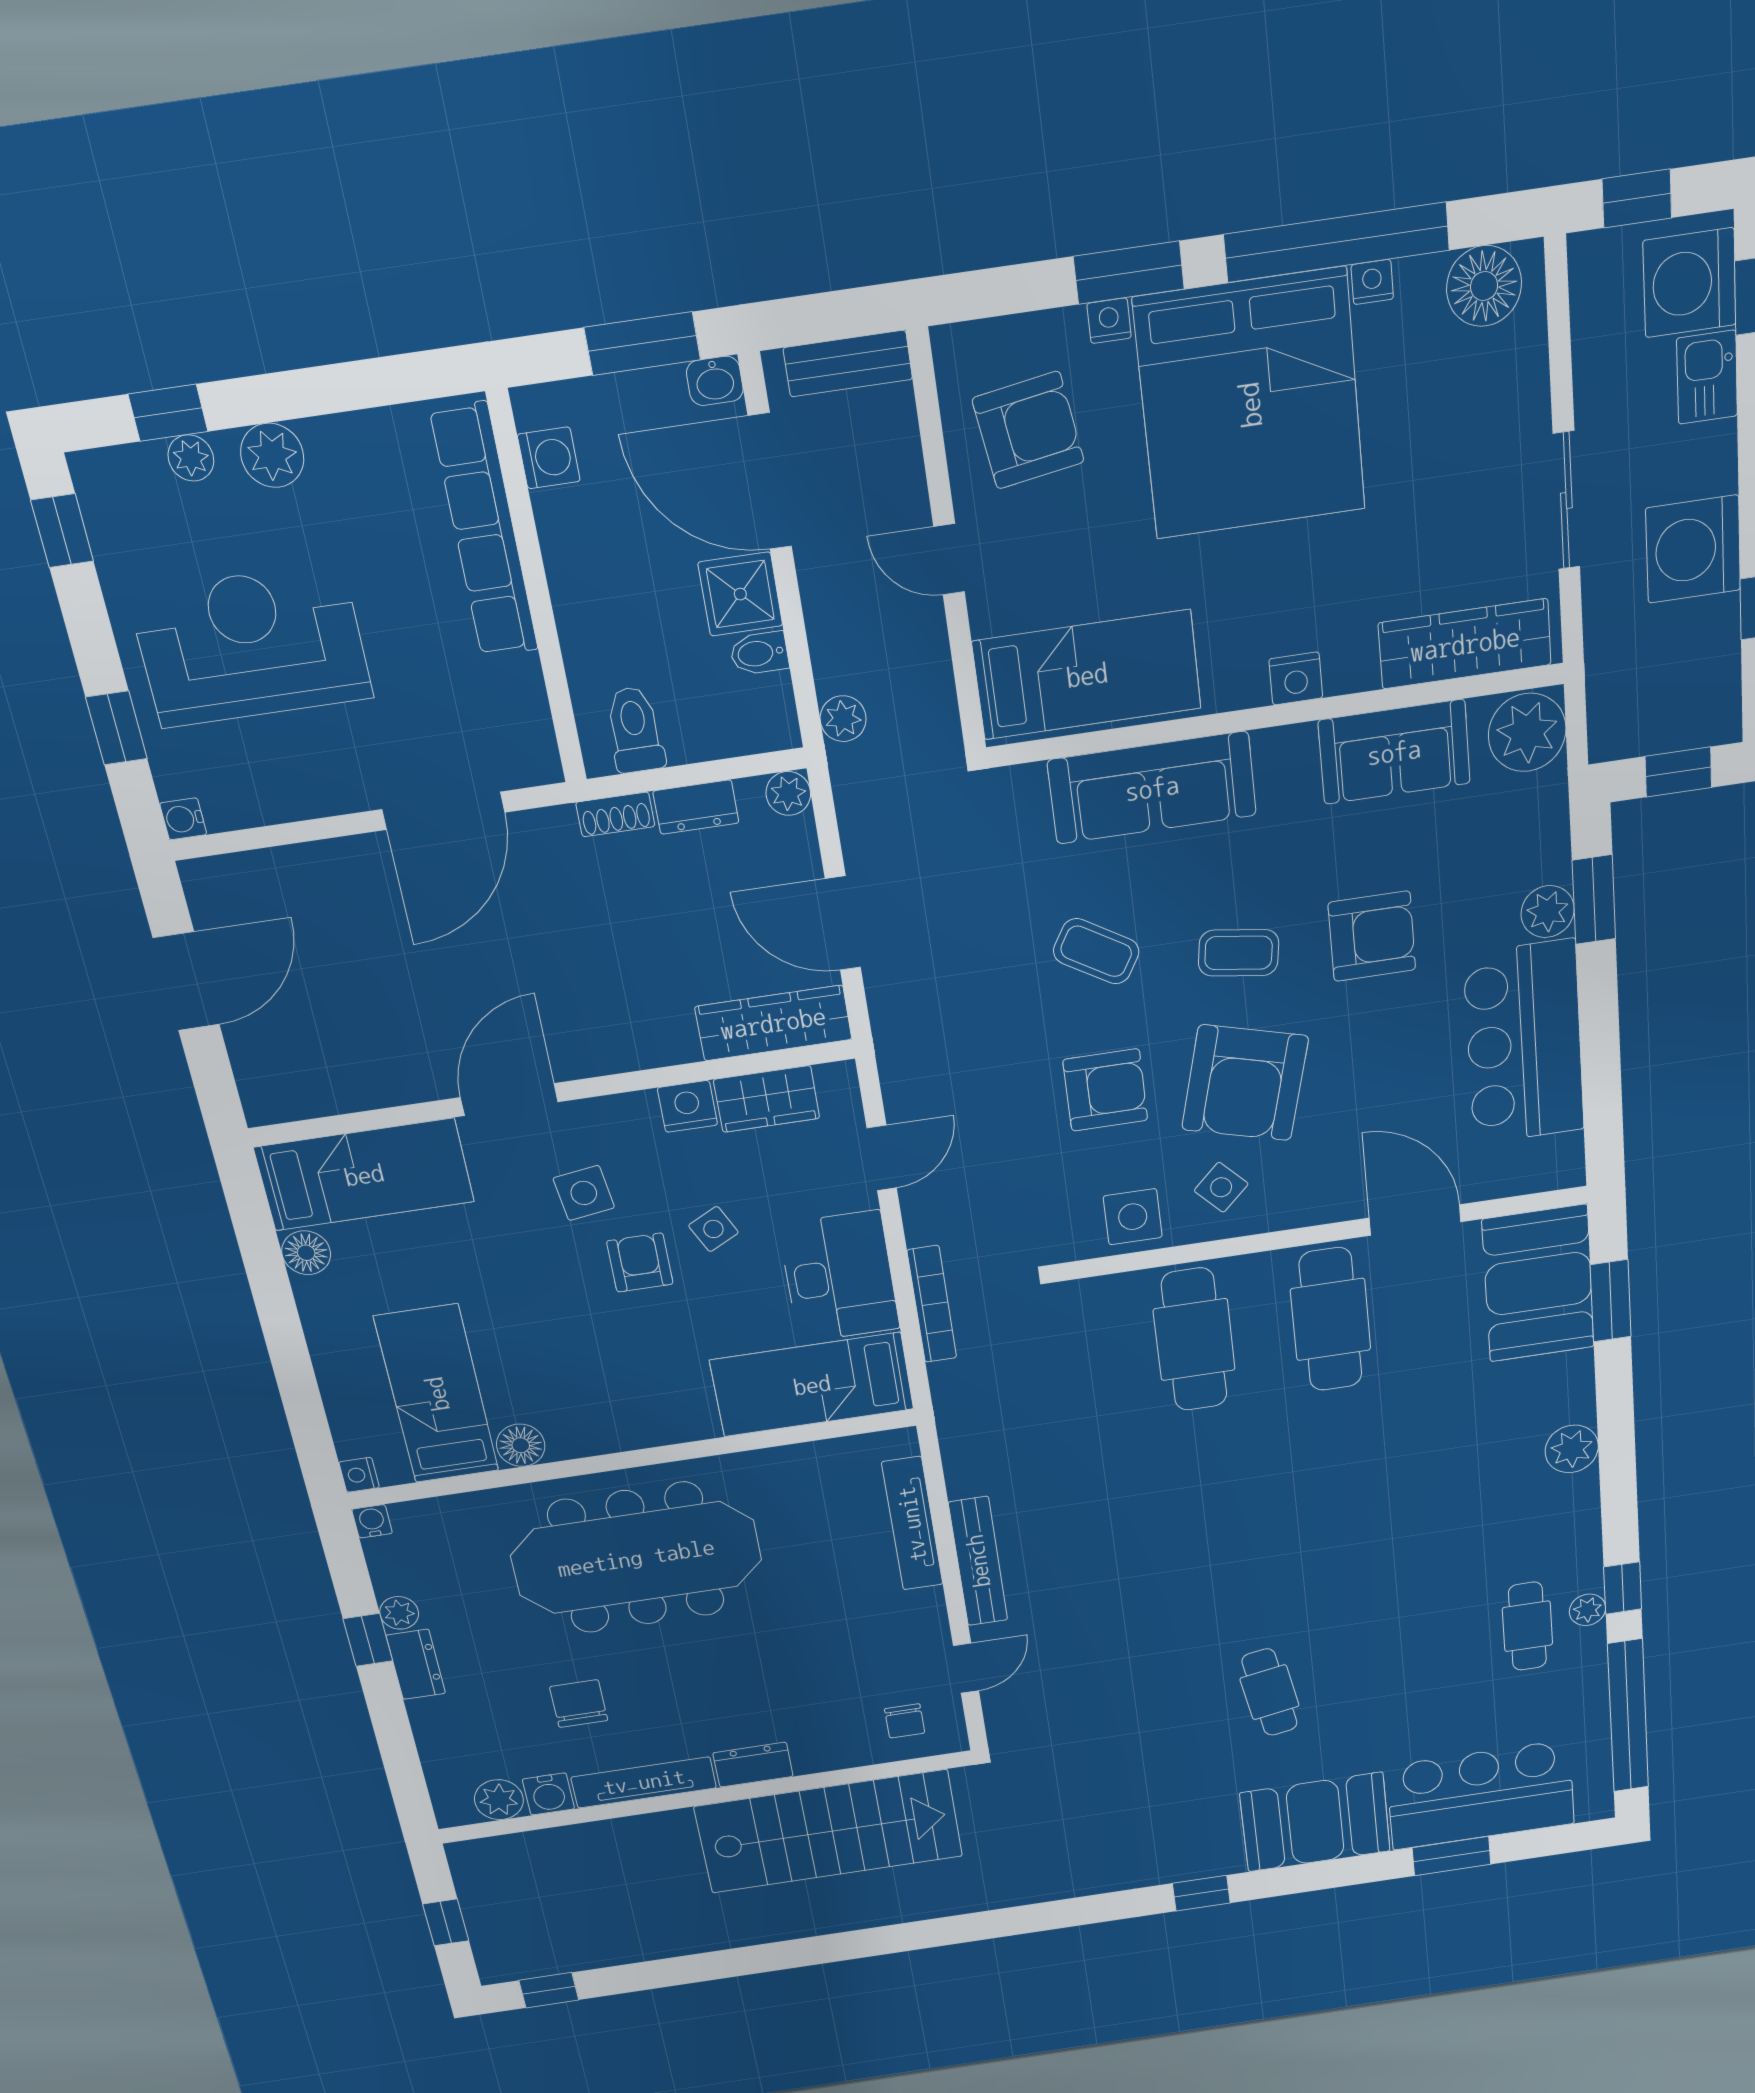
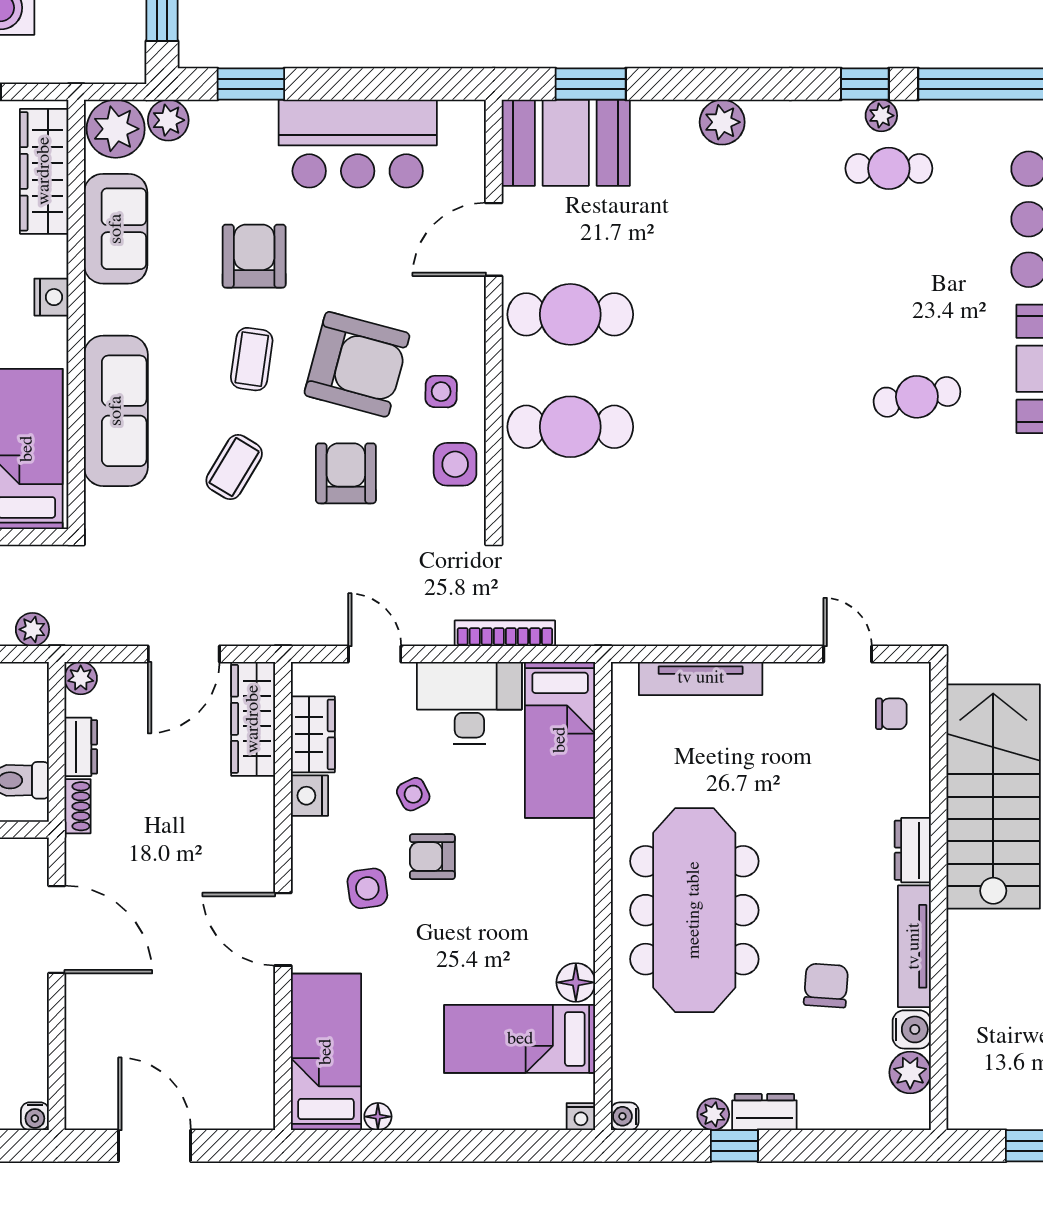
plant: (1548, 912) -> (168, 120), moved
side table: (1221, 1187) -> (441, 392), turned 45
floor lamp: (306, 1253) -> (378, 1117), width x0.73, depth x0.73
bench: (978, 1561) -> (746, 629), removed
chair: (579, 1704) -> (826, 985), turned 94

